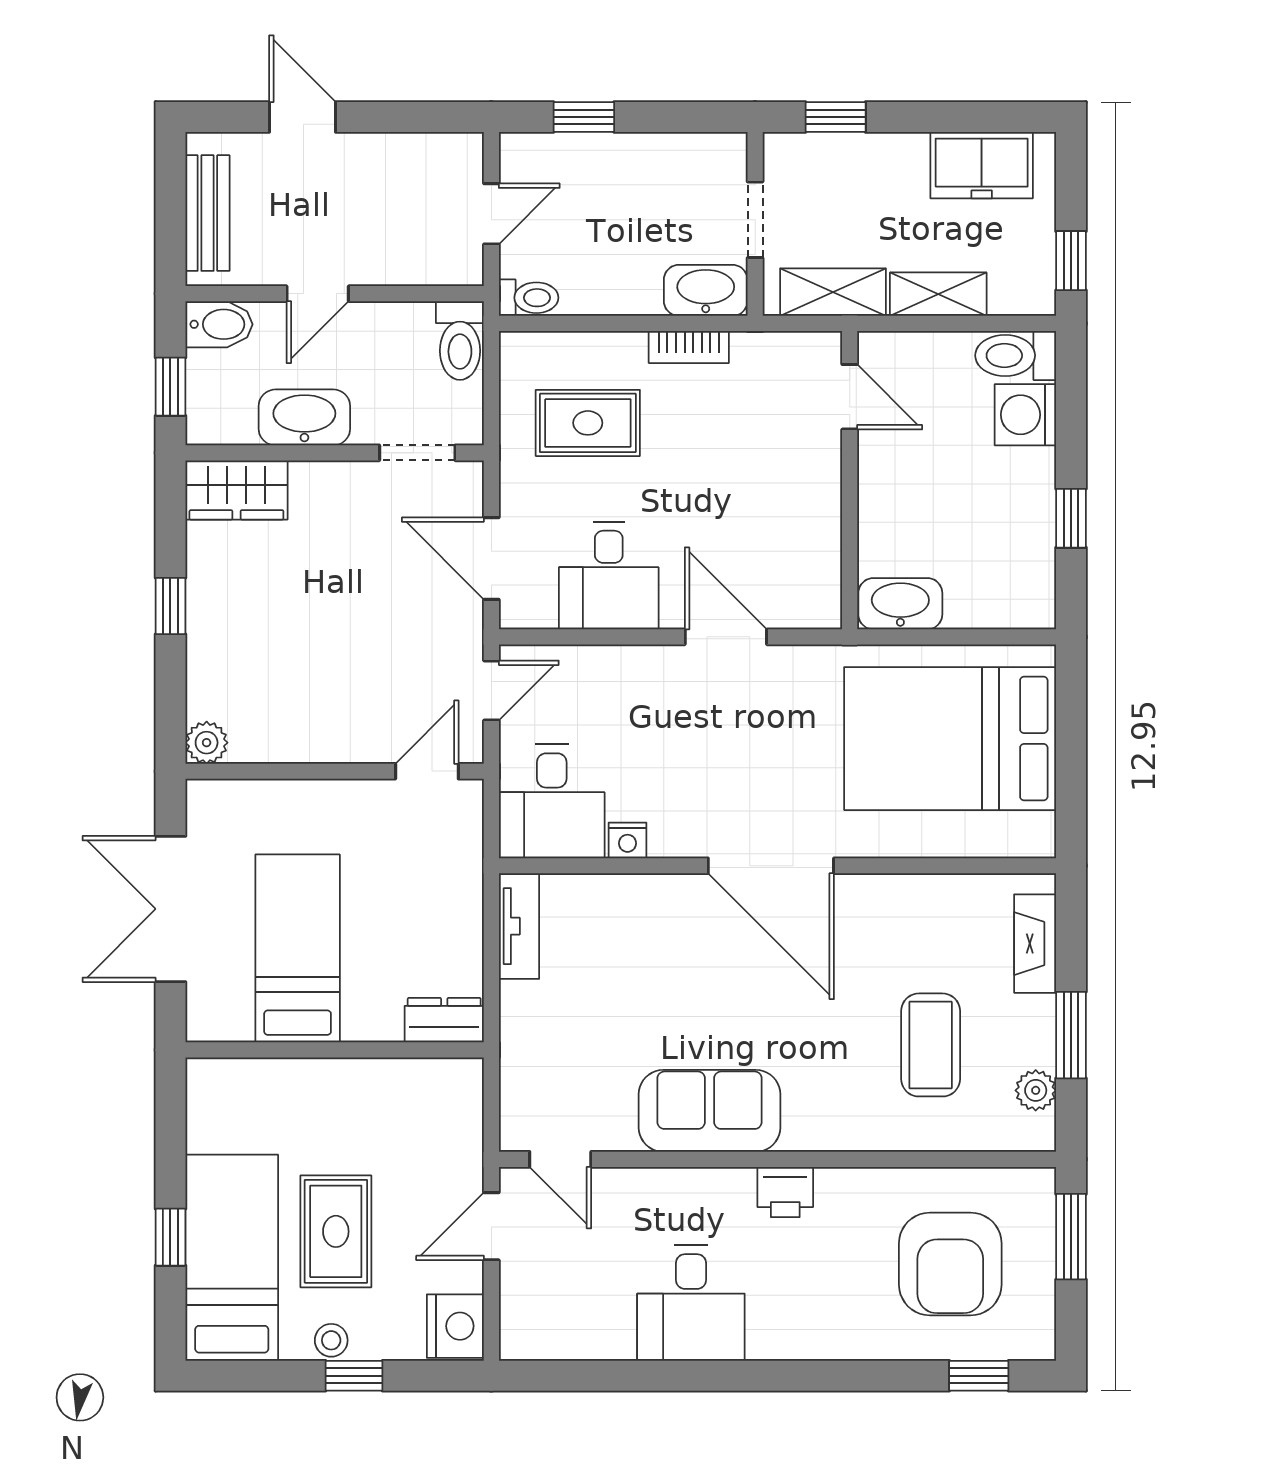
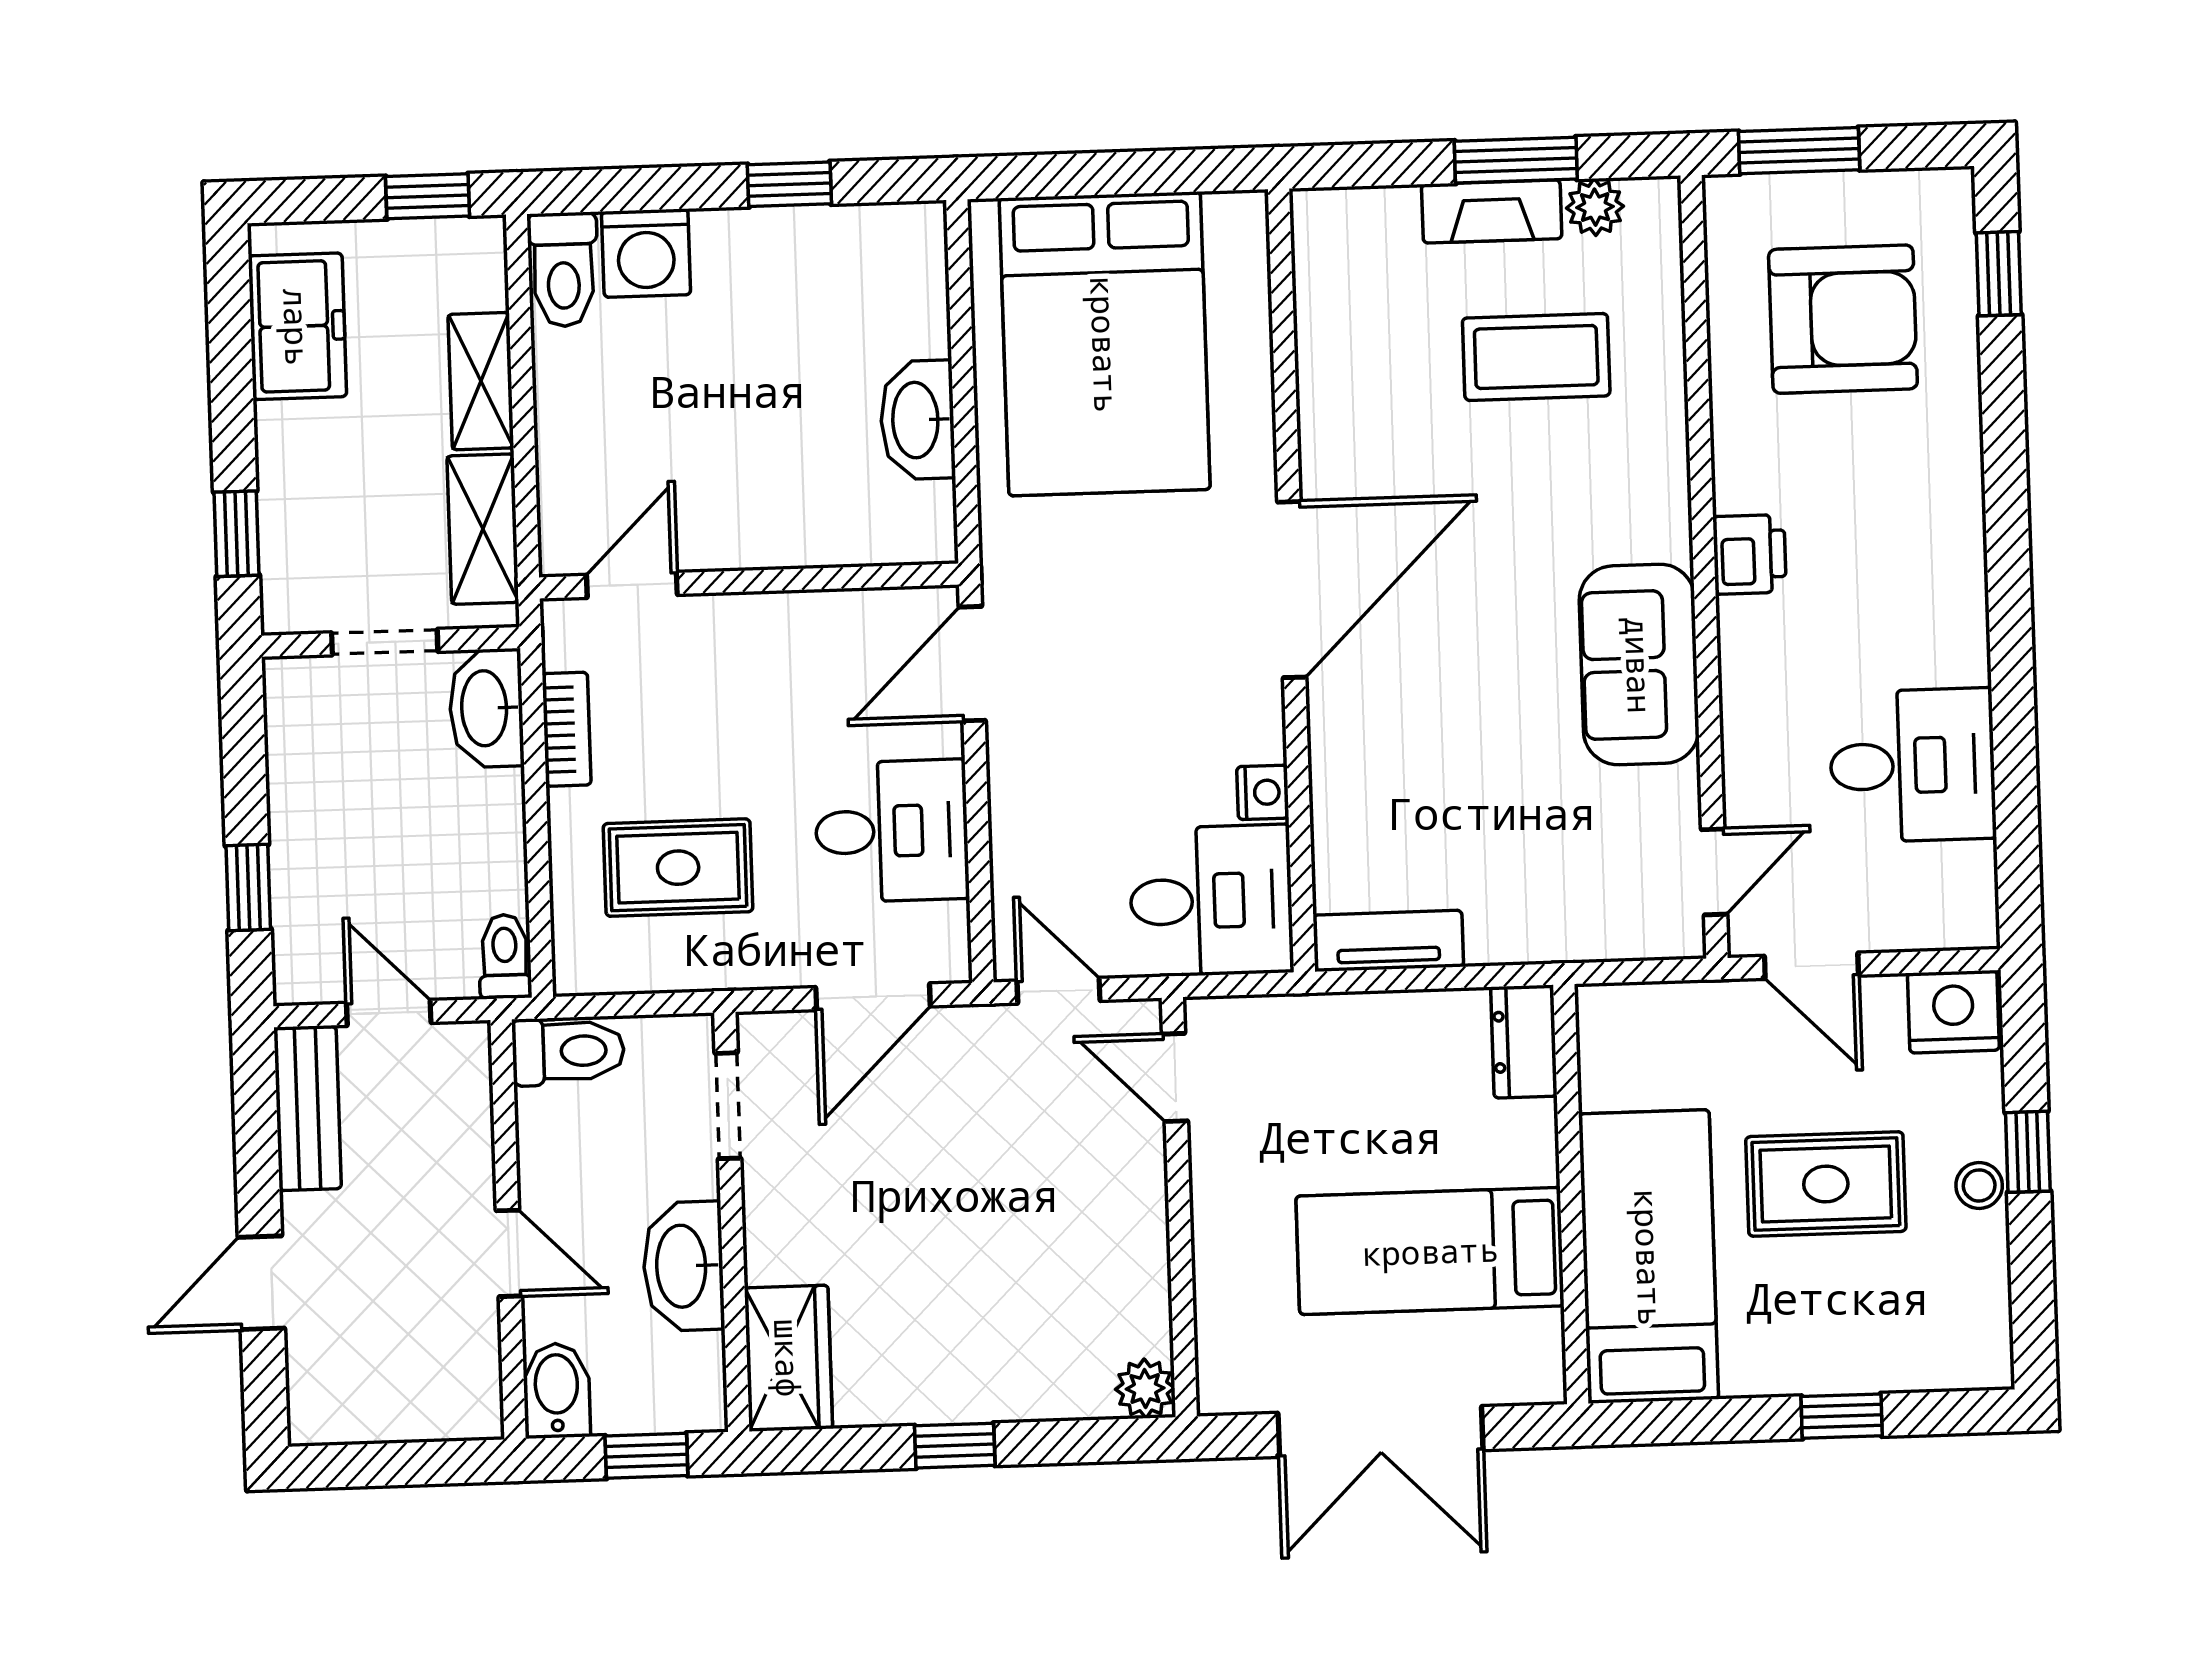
bench: (207, 213) -> (308, 1108), moved, turned 90
door: (850, 397) -> (632, 585), moved
rug: (588, 423) -> (678, 868), turned 90
wall: (850, 480) -> (749, 581), moved
fireplace: (1035, 944) -> (1492, 211), moved
bed: (232, 1258) -> (1649, 1257), moved, turned 90
desk: (691, 1303) -> (1912, 765), moved

